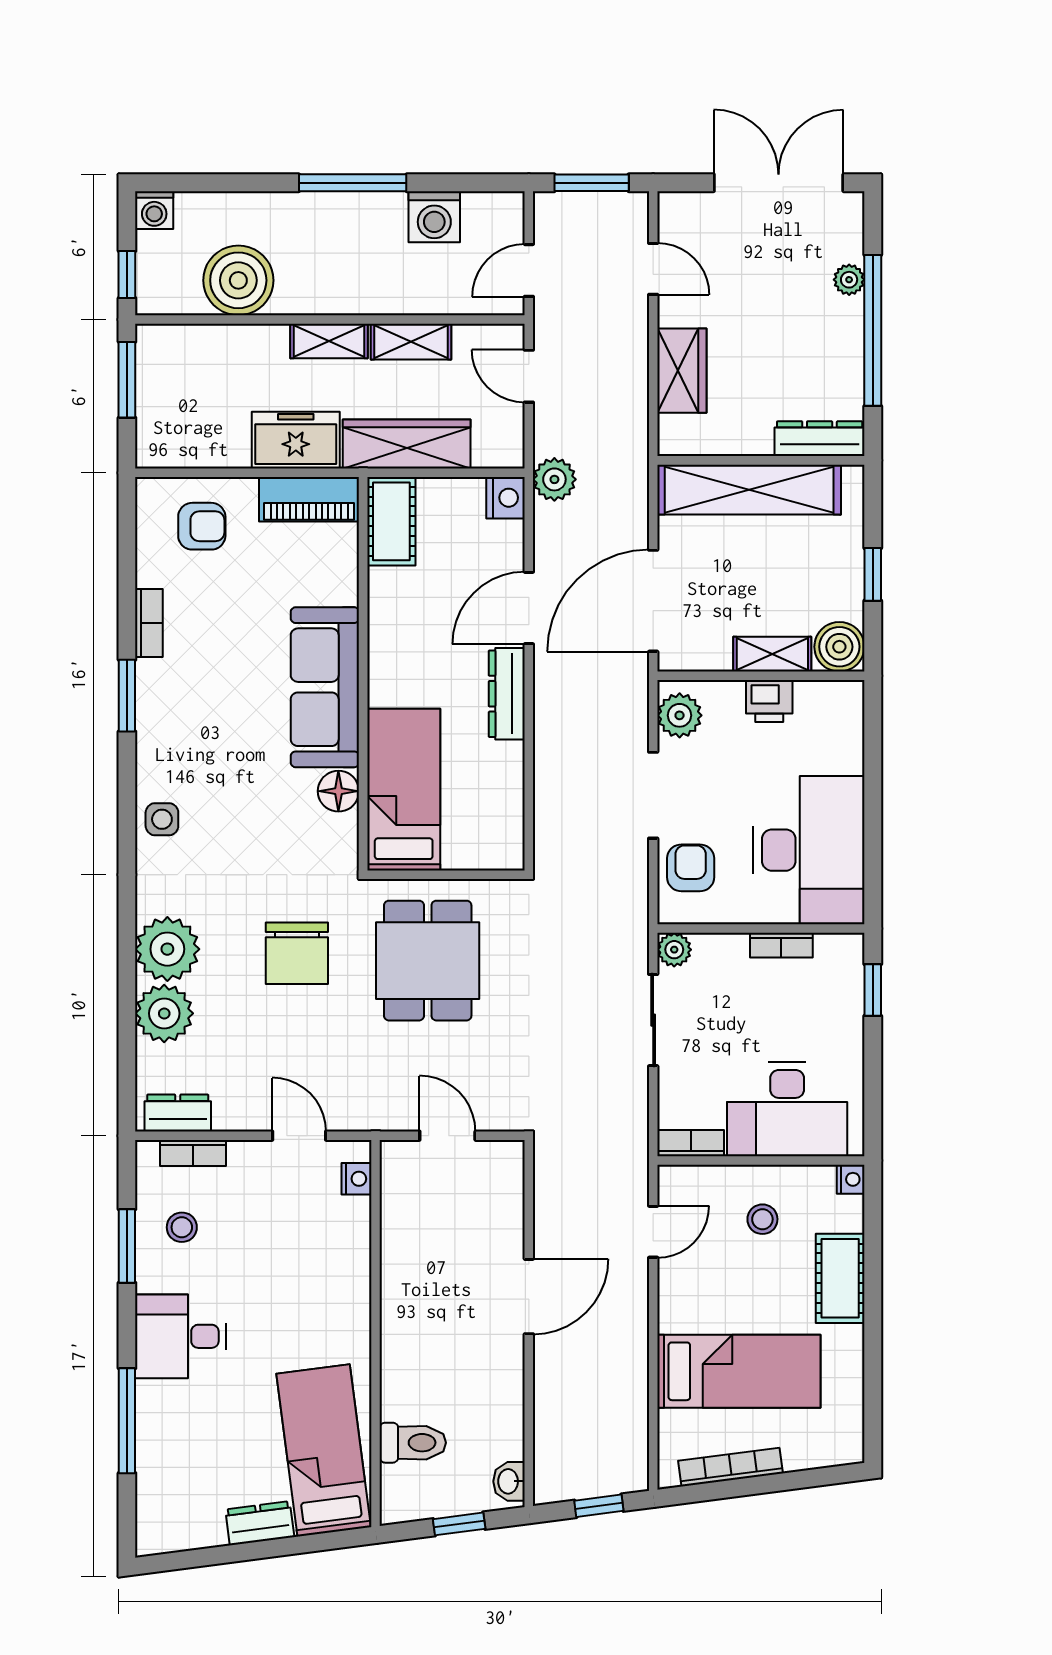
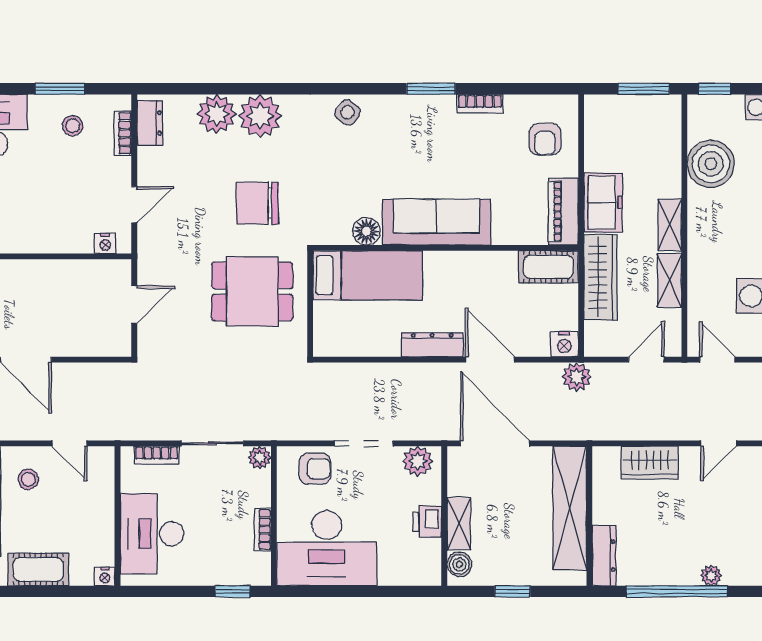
boiler: (839, 647) -> (459, 564), width x0.73, depth x0.73
side table: (162, 819) -> (348, 112), turned 37
bookcase: (691, 1143) -> (157, 455), moved, turned 90
stool: (762, 1219) -> (28, 479), moved

